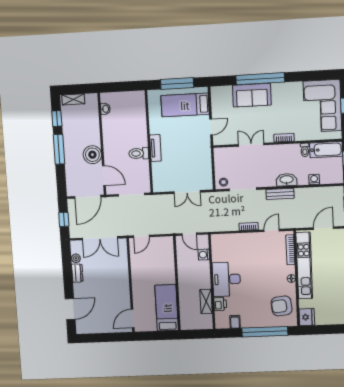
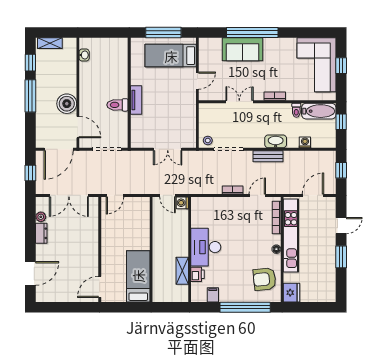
washing machine: (204, 255) -> (182, 203), moved

